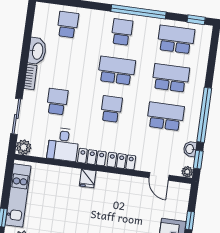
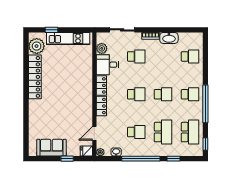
school desk: (117, 70) -> (163, 94), width x0.54
school desk: (165, 116) -> (136, 132), width x0.54
plant: (24, 147) -> (102, 48), moved
window: (198, 160) -> (173, 159), moved
fridge: (88, 178) -> (86, 151), moved

